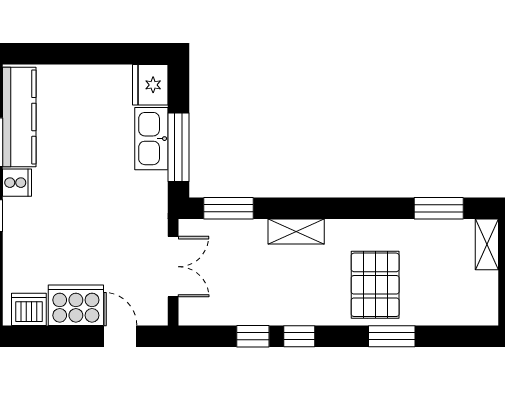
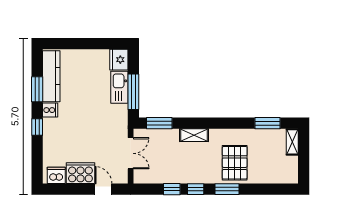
window: (392, 336) -> (227, 189), moved

